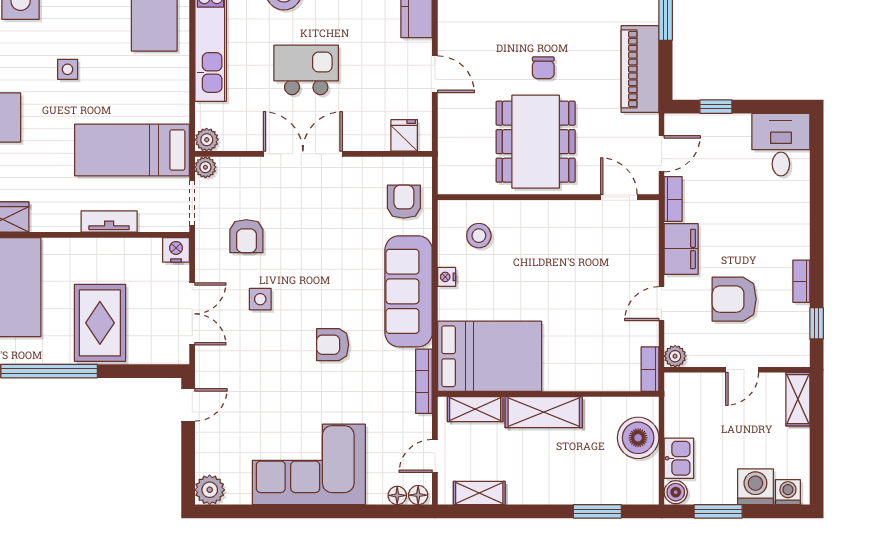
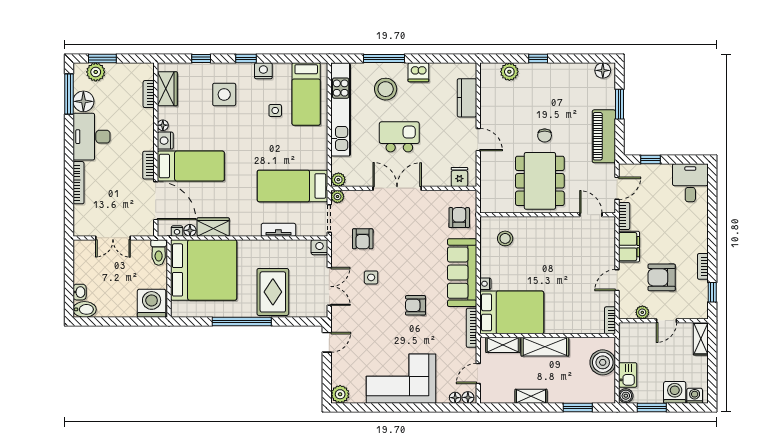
side table: (68, 69) -> (275, 110), moved
nightstand: (447, 277) -> (485, 284), moved
plant: (675, 356) -> (642, 312), moved
shelving: (479, 493) -> (531, 396), moved

